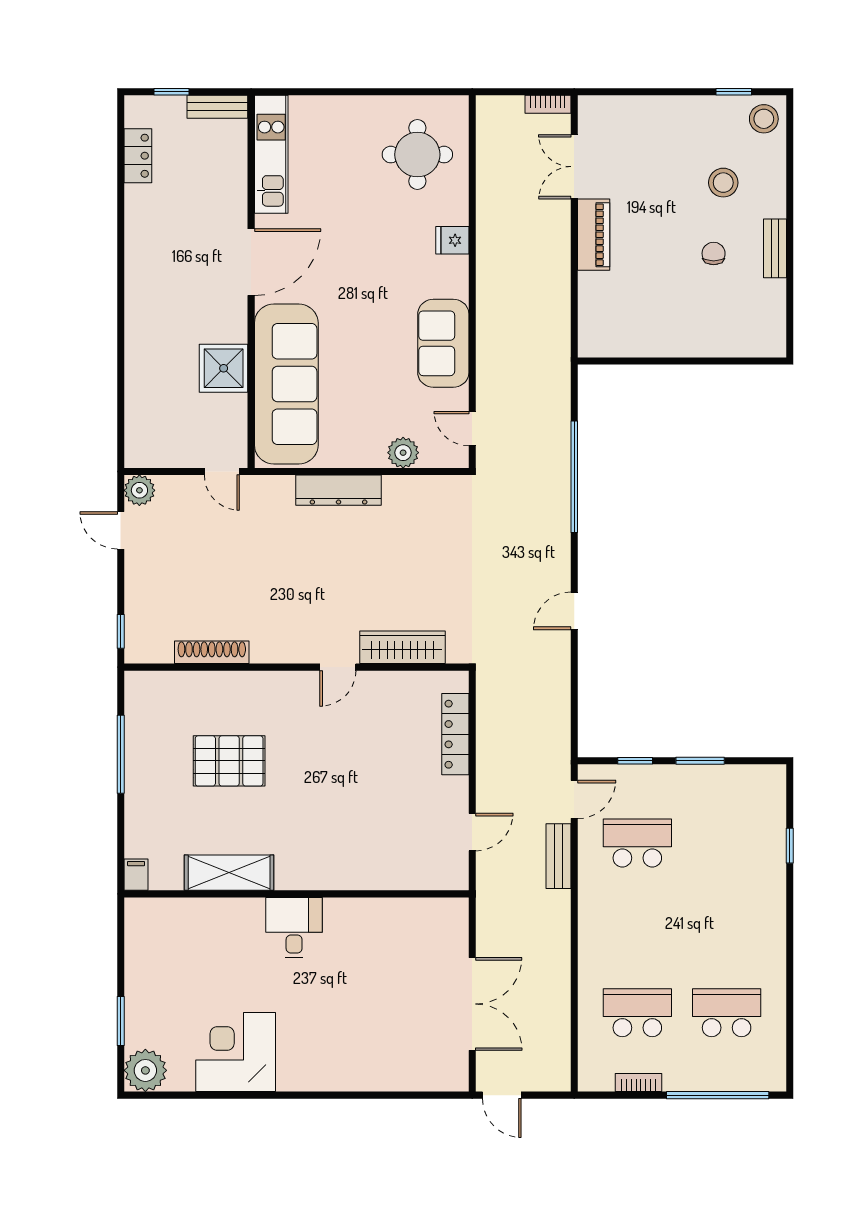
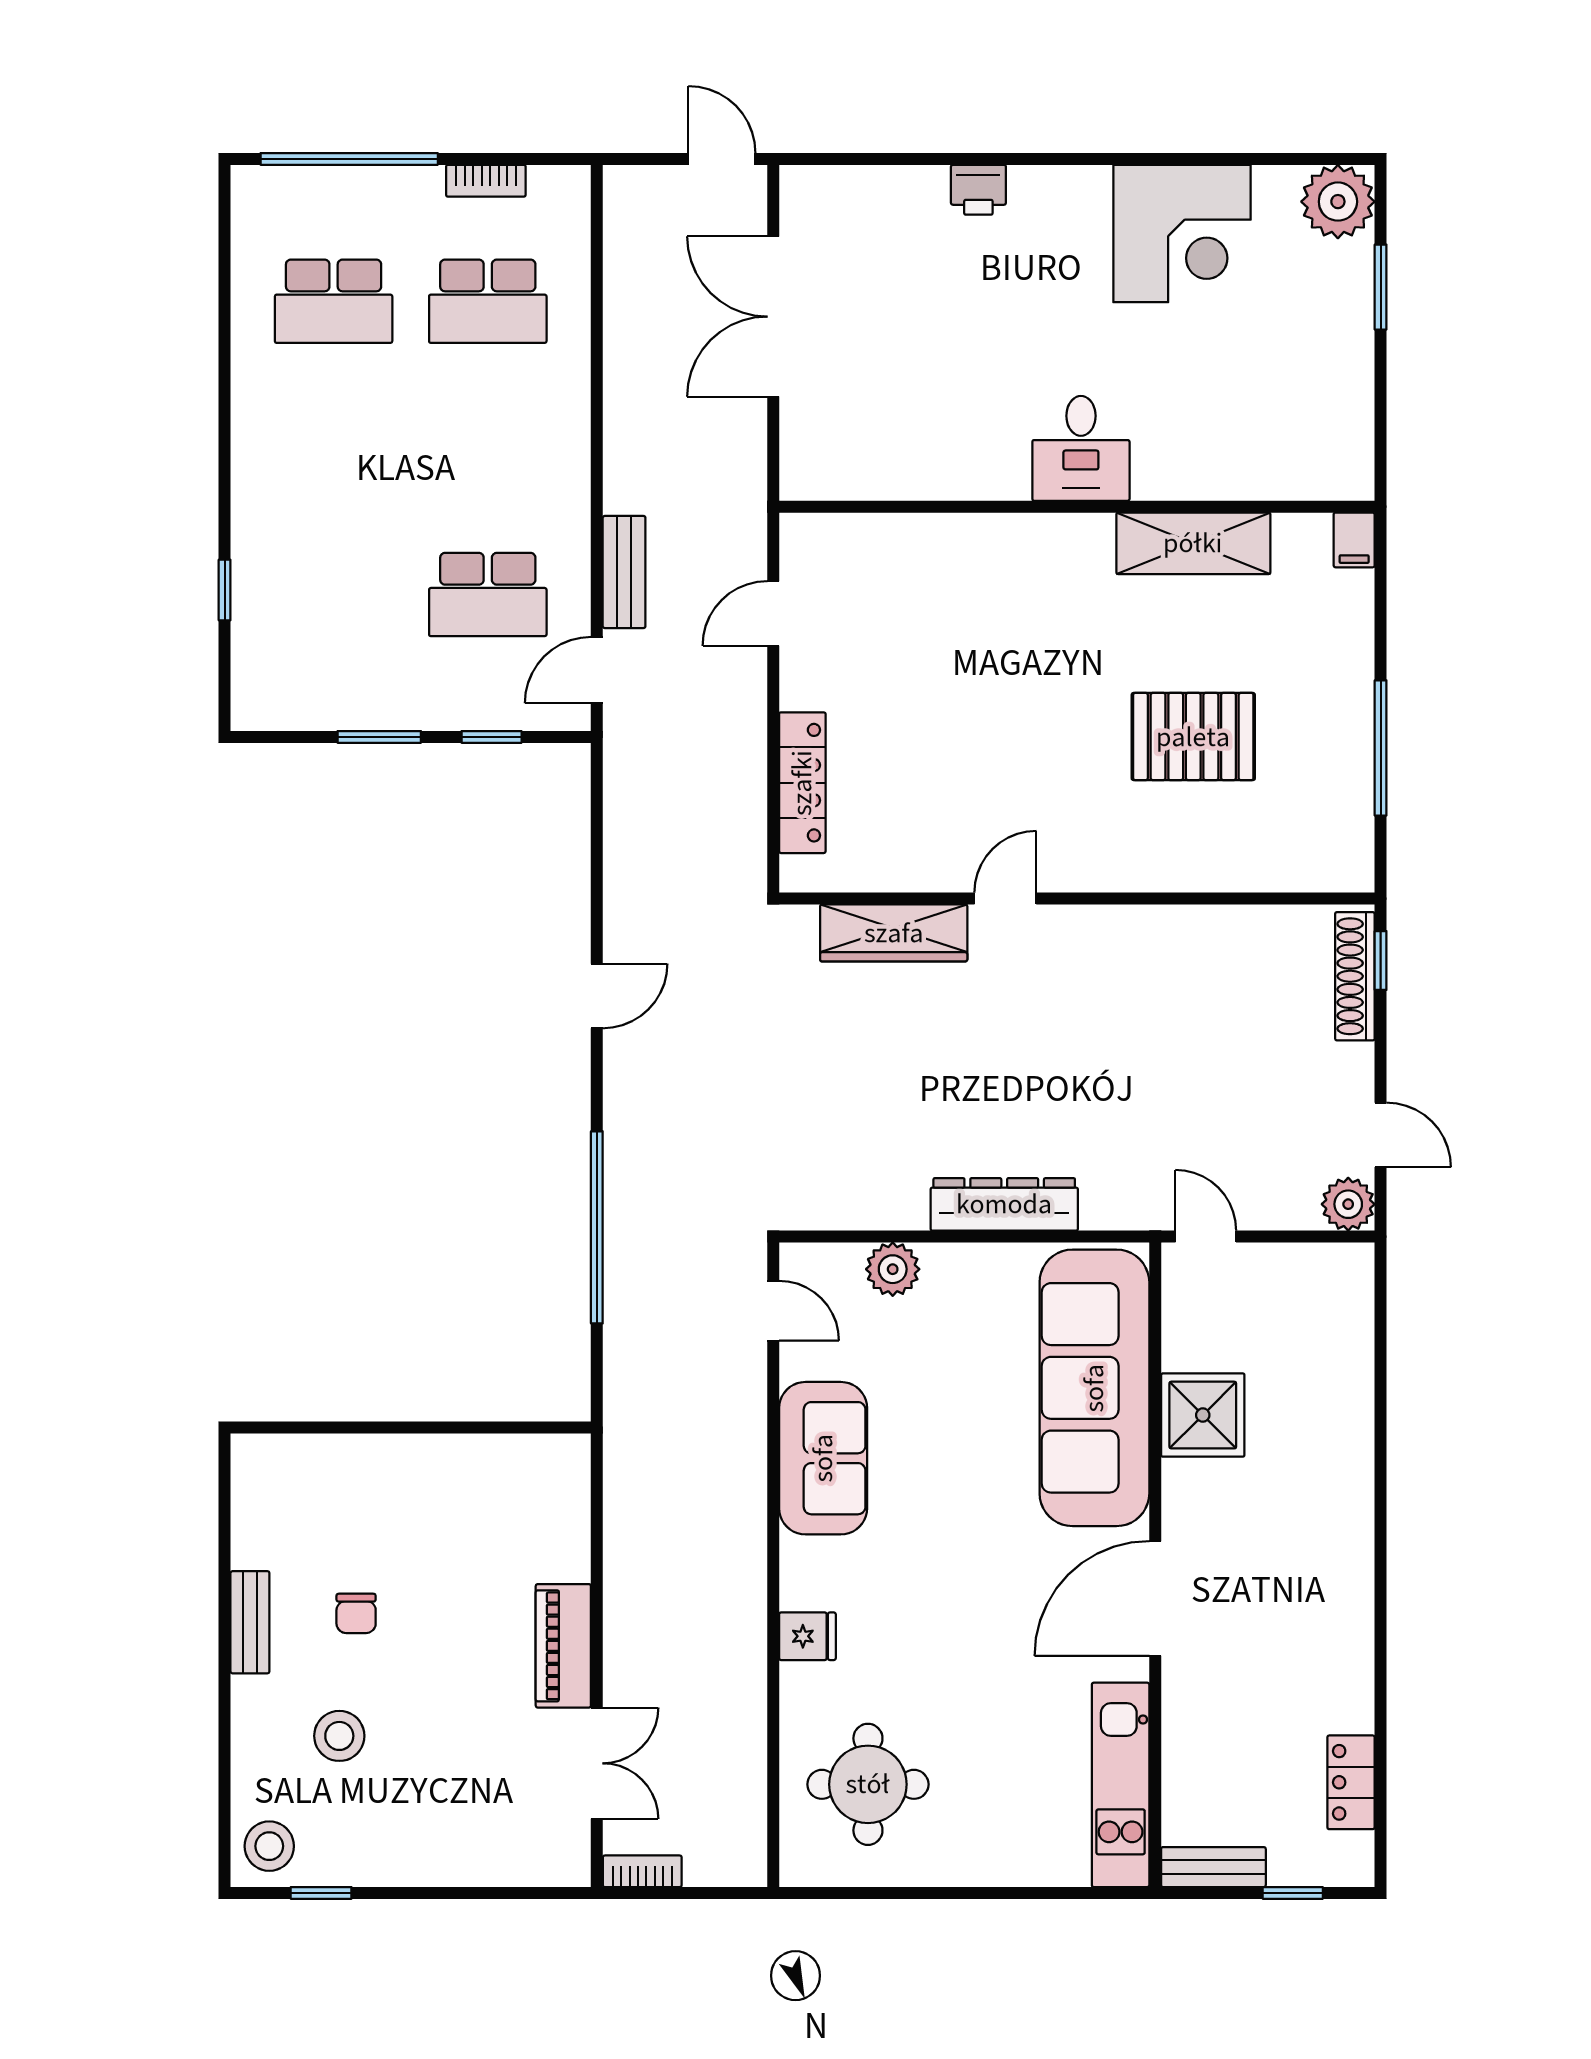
shoe rack: (212, 652) -> (1355, 976), moved, turned 90
printer: (353, 1077) -> (978, 190), added

